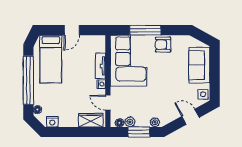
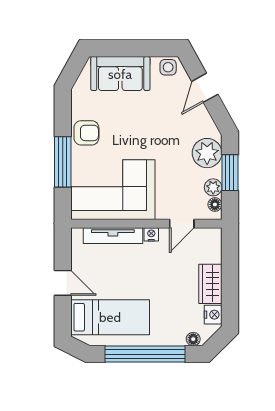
armchair: (163, 45) -> (86, 133), turned -90
tv unit: (100, 66) -> (113, 236), width x1.41
wardrobe: (91, 120) -> (210, 284), moved
plant: (155, 122) -> (207, 153), width x1.88, depth x1.88

